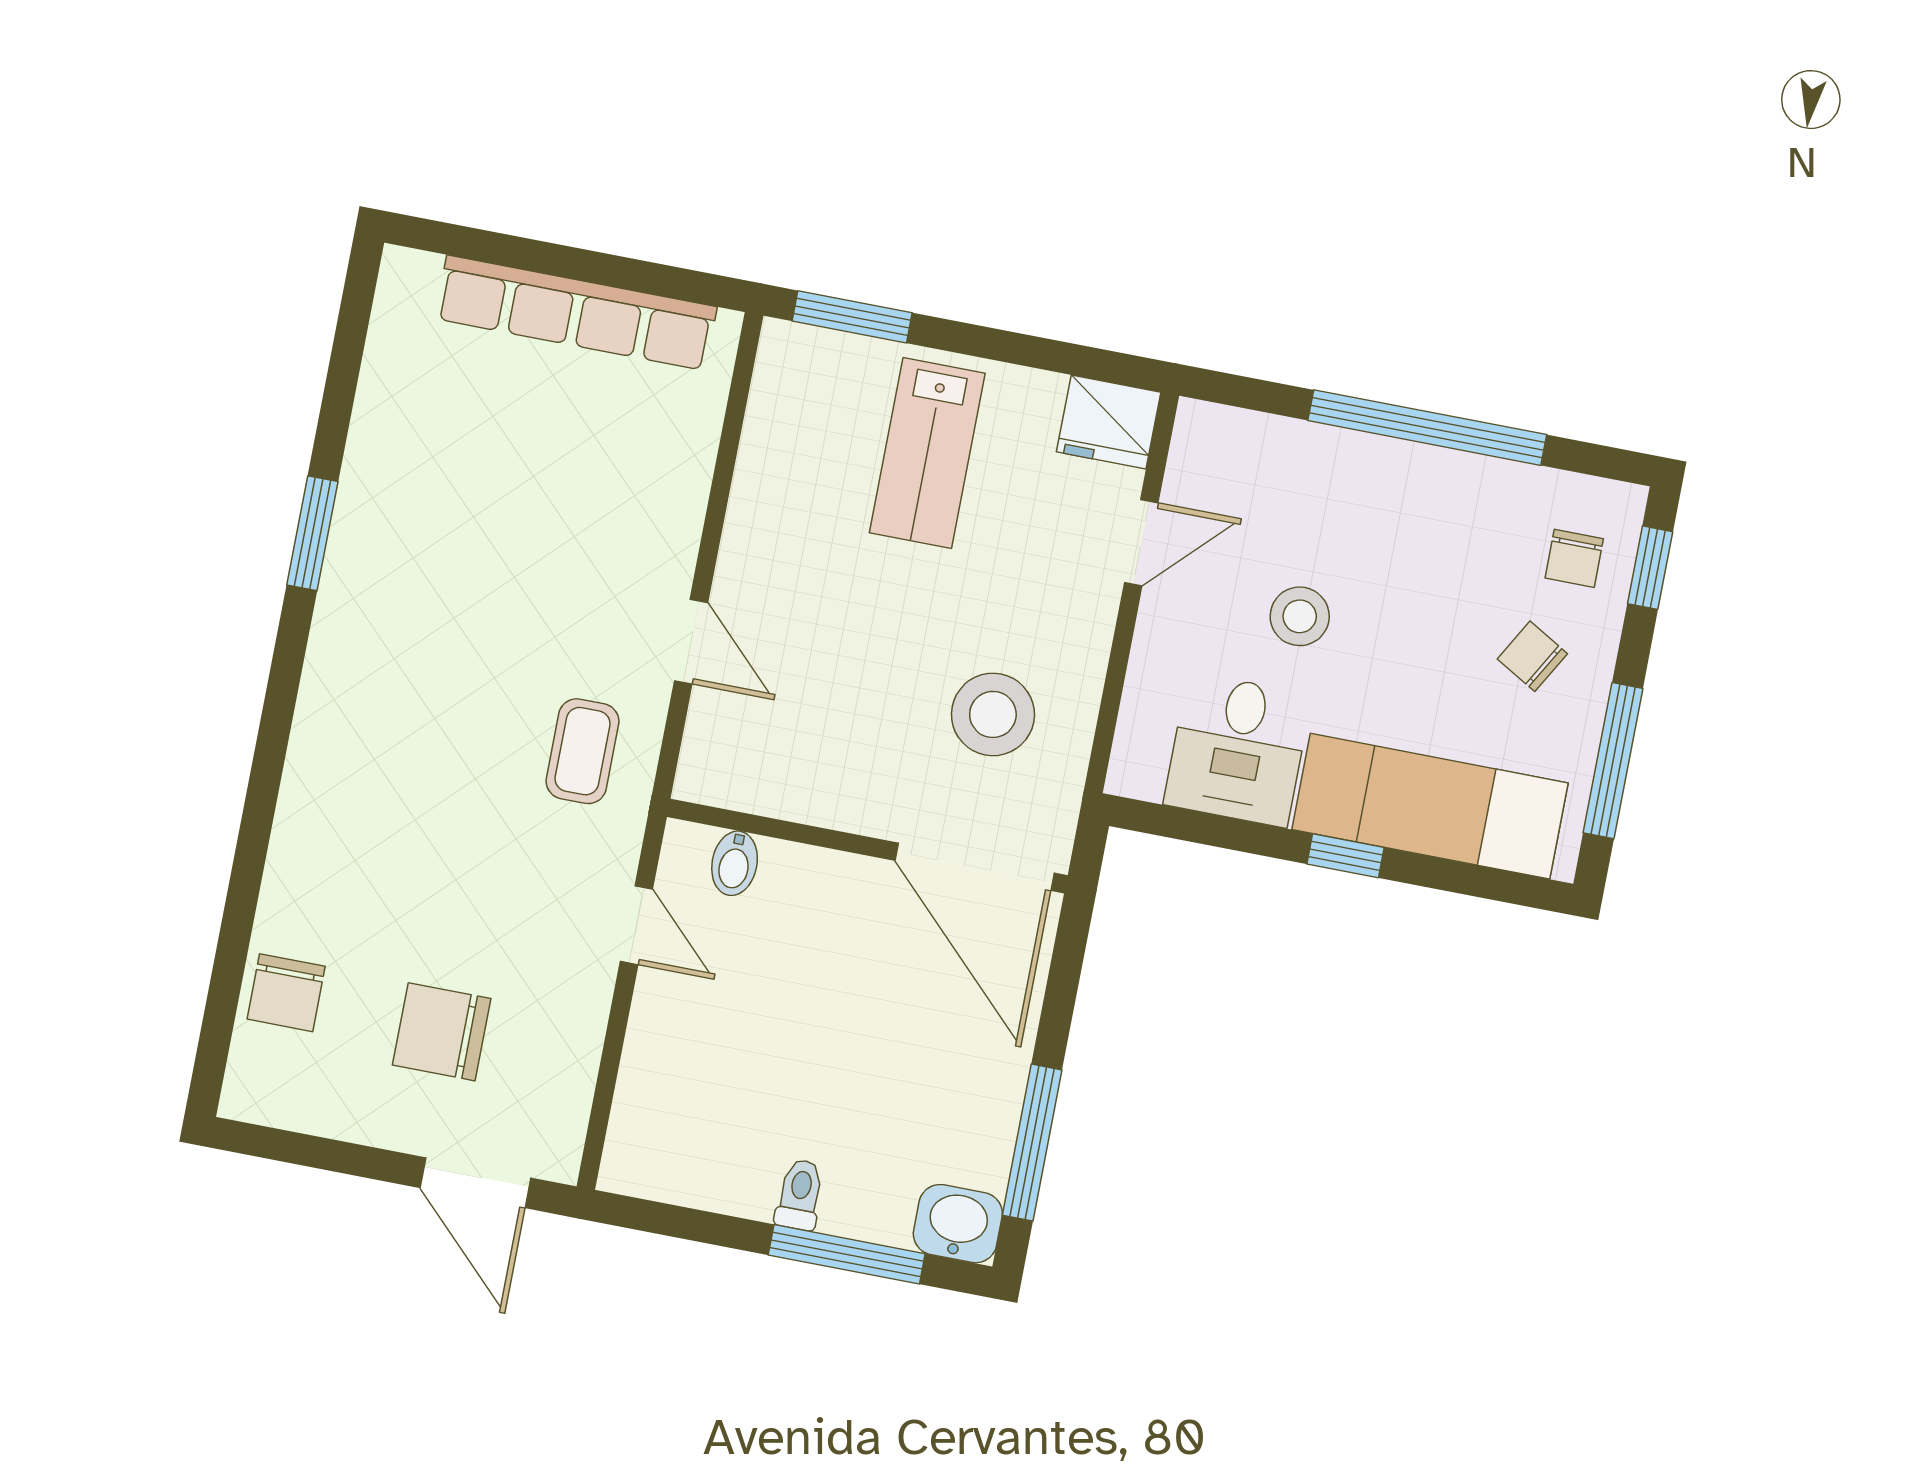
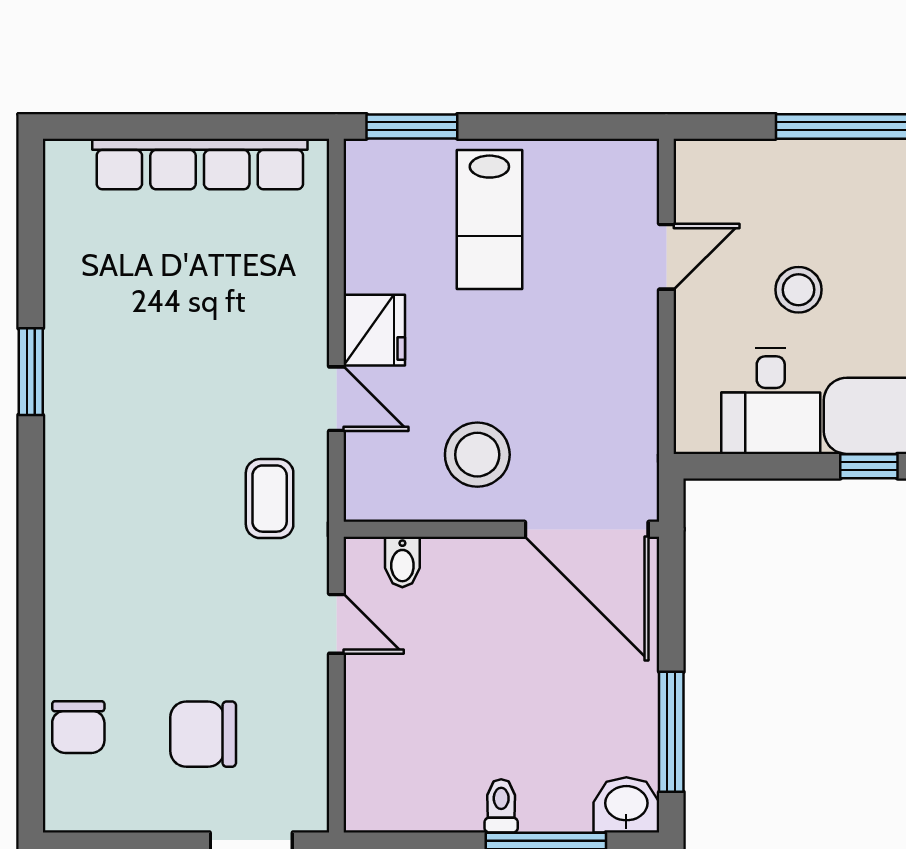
fridge: (1109, 422) -> (374, 330), moved, turned -90
stool: (993, 714) -> (477, 455), moved

